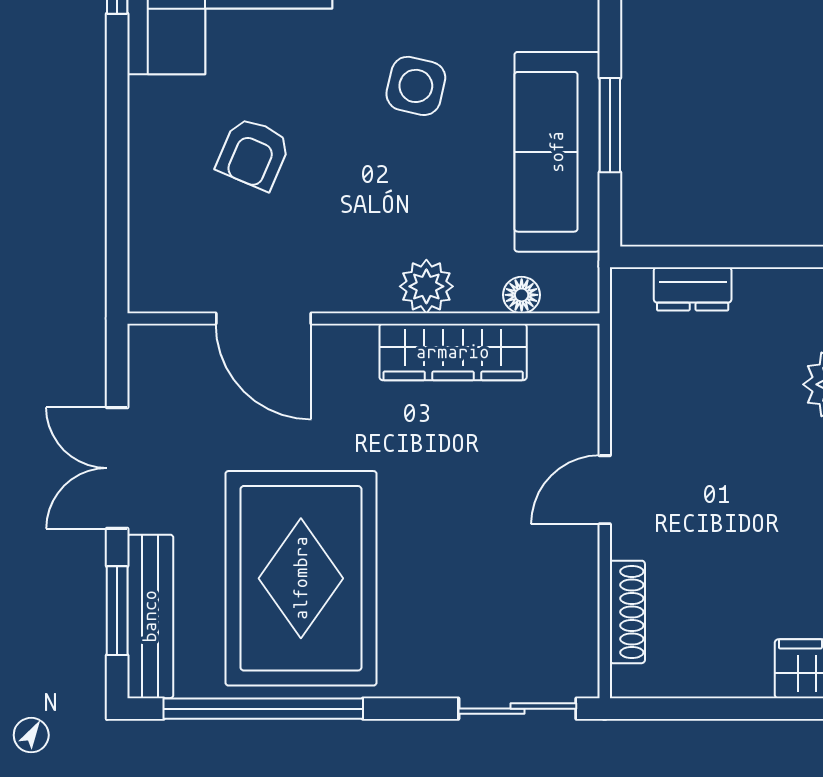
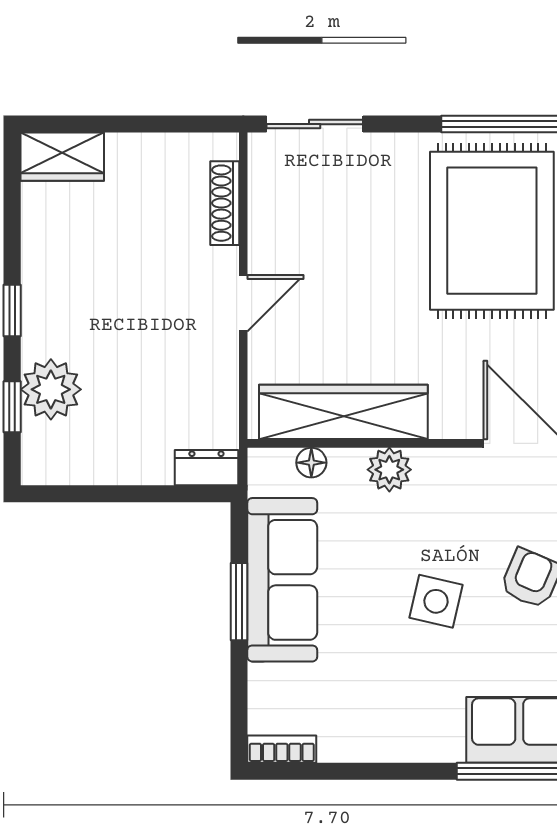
side table: (416, 86) -> (436, 601), moved
dresser: (693, 289) -> (206, 468), moved
wardrobe: (453, 352) -> (343, 412), width x1.40, depth x1.17

